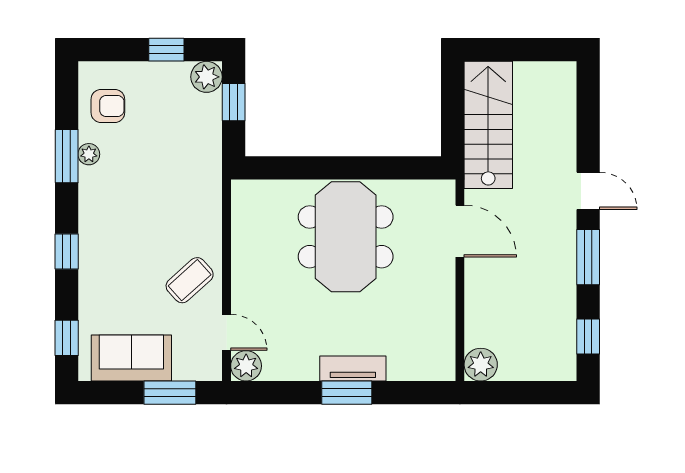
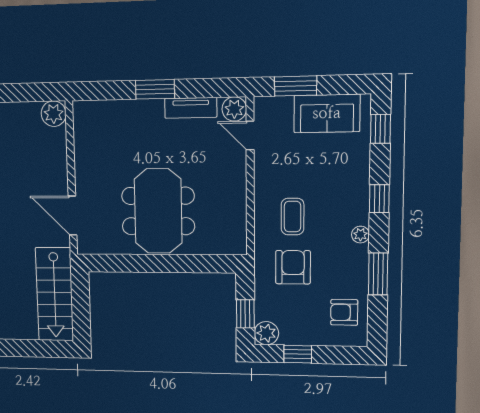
plant: (89, 154) -> (360, 235), moved
armchair: (173, 164) -> (293, 267), added
coffee table: (190, 280) -> (293, 217), moved, turned -48
tv unit: (353, 368) -> (191, 108), moved

